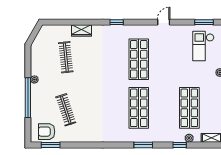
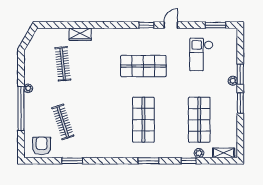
window: (117, 22) -> (146, 25), moved
checkout: (203, 46) -> (201, 54), moved
shop shelf: (139, 59) -> (143, 66), turned 90
armchair: (47, 132) -> (42, 146), turned 90
window: (51, 145) -> (72, 161), moved

